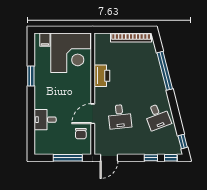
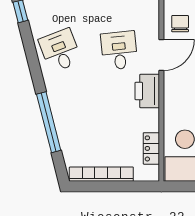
locker: (99, 54) -> (151, 148), added
printer: (102, 76) -> (147, 91), moved

